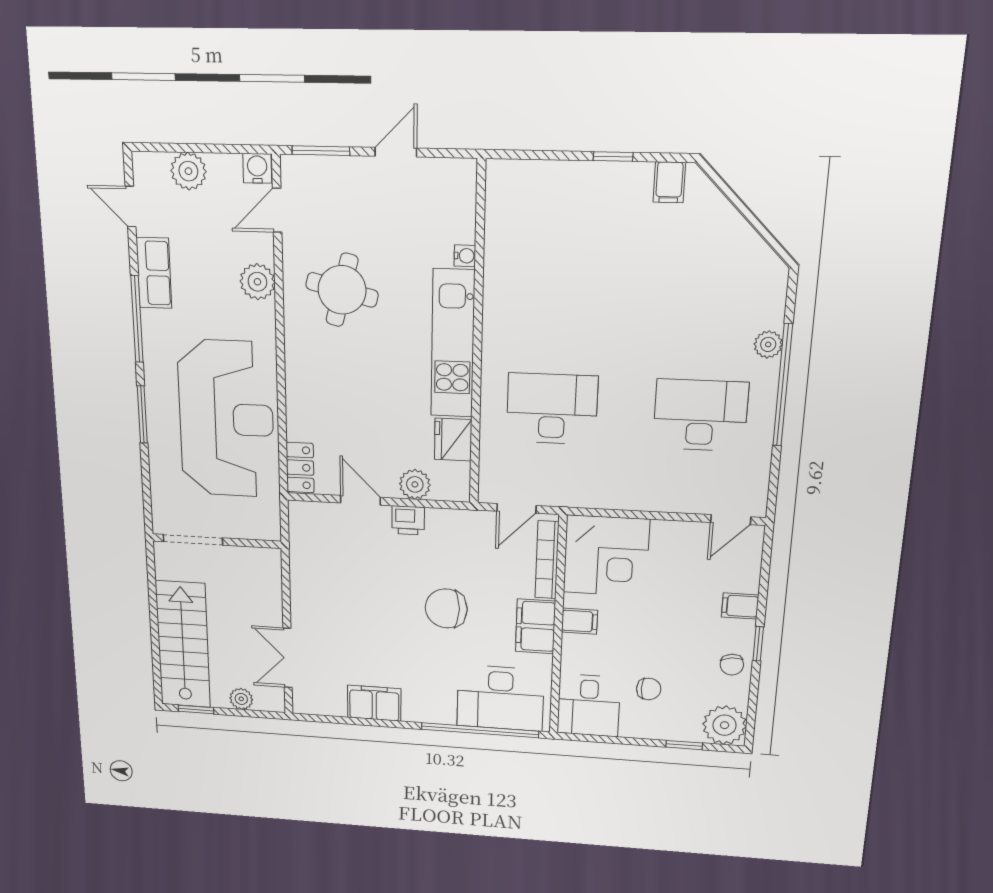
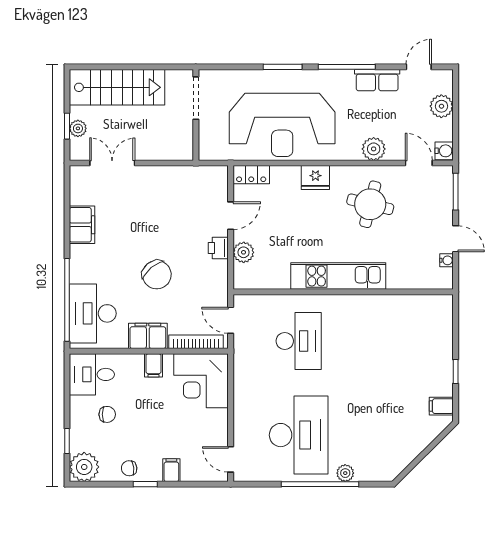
water cooler: (465, 256) -> (446, 260), moved, turned -90
desk: (700, 415) -> (299, 435), width x1.36, depth x1.30
fridge: (453, 440) -> (315, 178), moved, turned 180
chair: (446, 608) -> (157, 275), turned 140
chair: (649, 689) -> (107, 414), turned -90
window: (196, 710) -> (67, 126), moved

